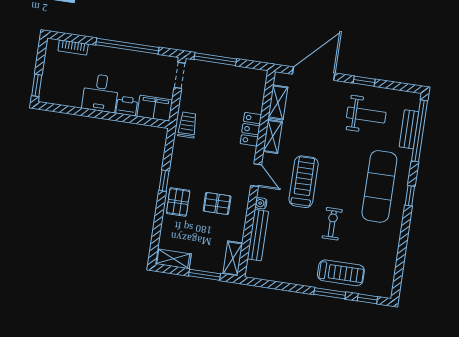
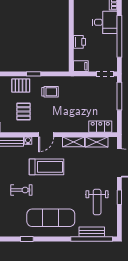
desk: (101, 93) -> (105, 22), moved, turned 180
filing cabinet: (155, 108) -> (81, 66), width x0.50
trolley: (187, 125) -> (50, 92), moved
locker: (251, 129) -> (100, 127), moved
window: (410, 196) -> (27, 239), moved

